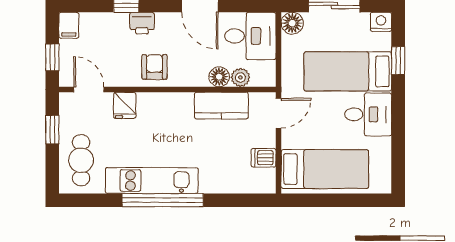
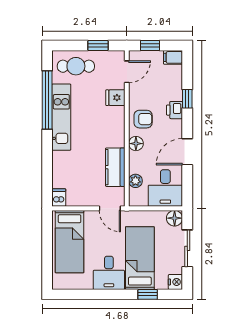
floor lamp: (219, 77) -> (136, 144), moved
dishwasher: (264, 158) -> (59, 198), moved
window: (163, 200) -> (47, 100), moved

